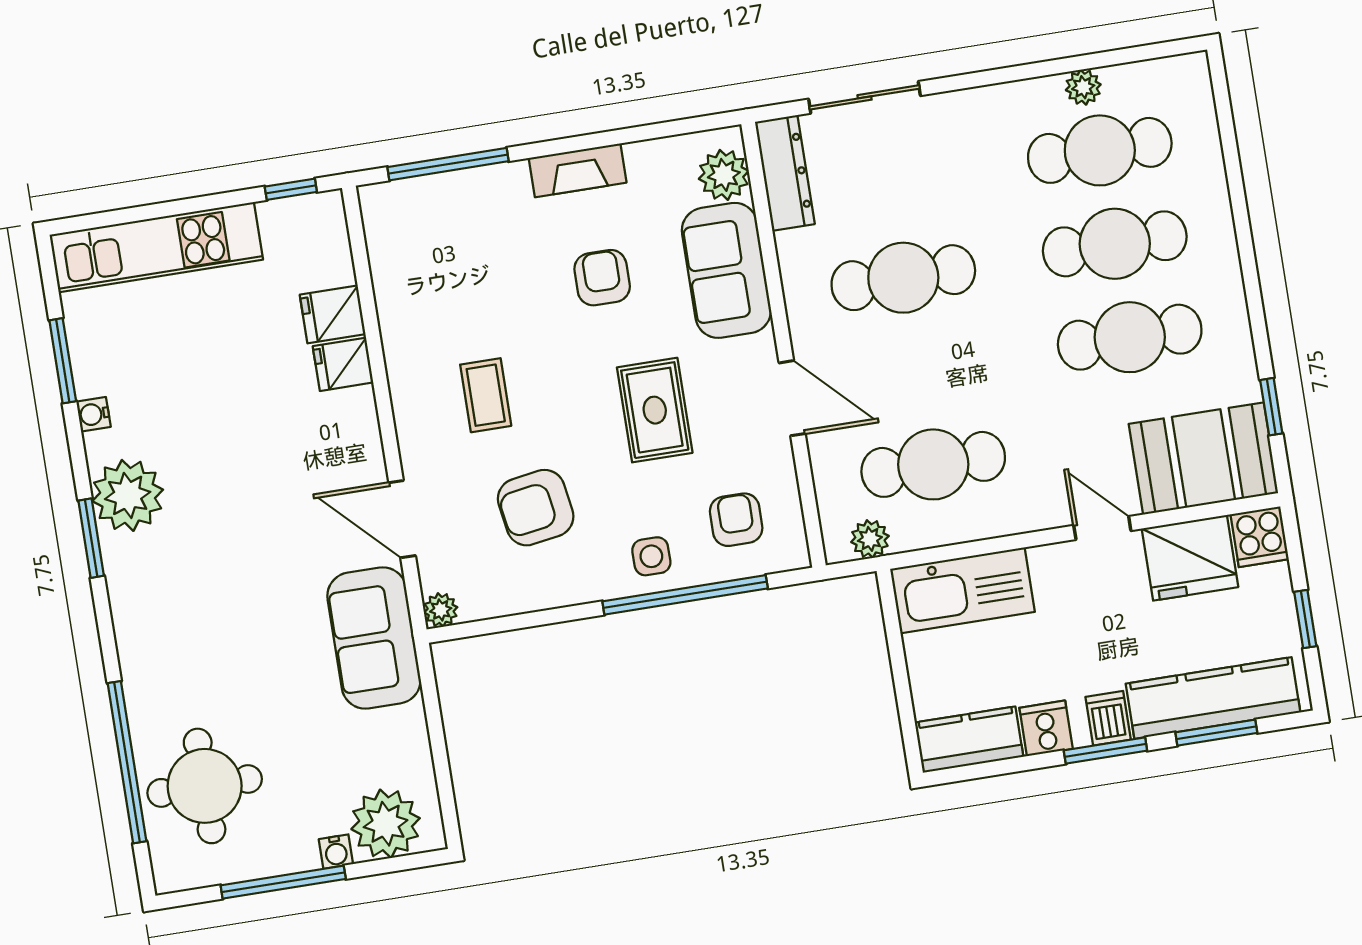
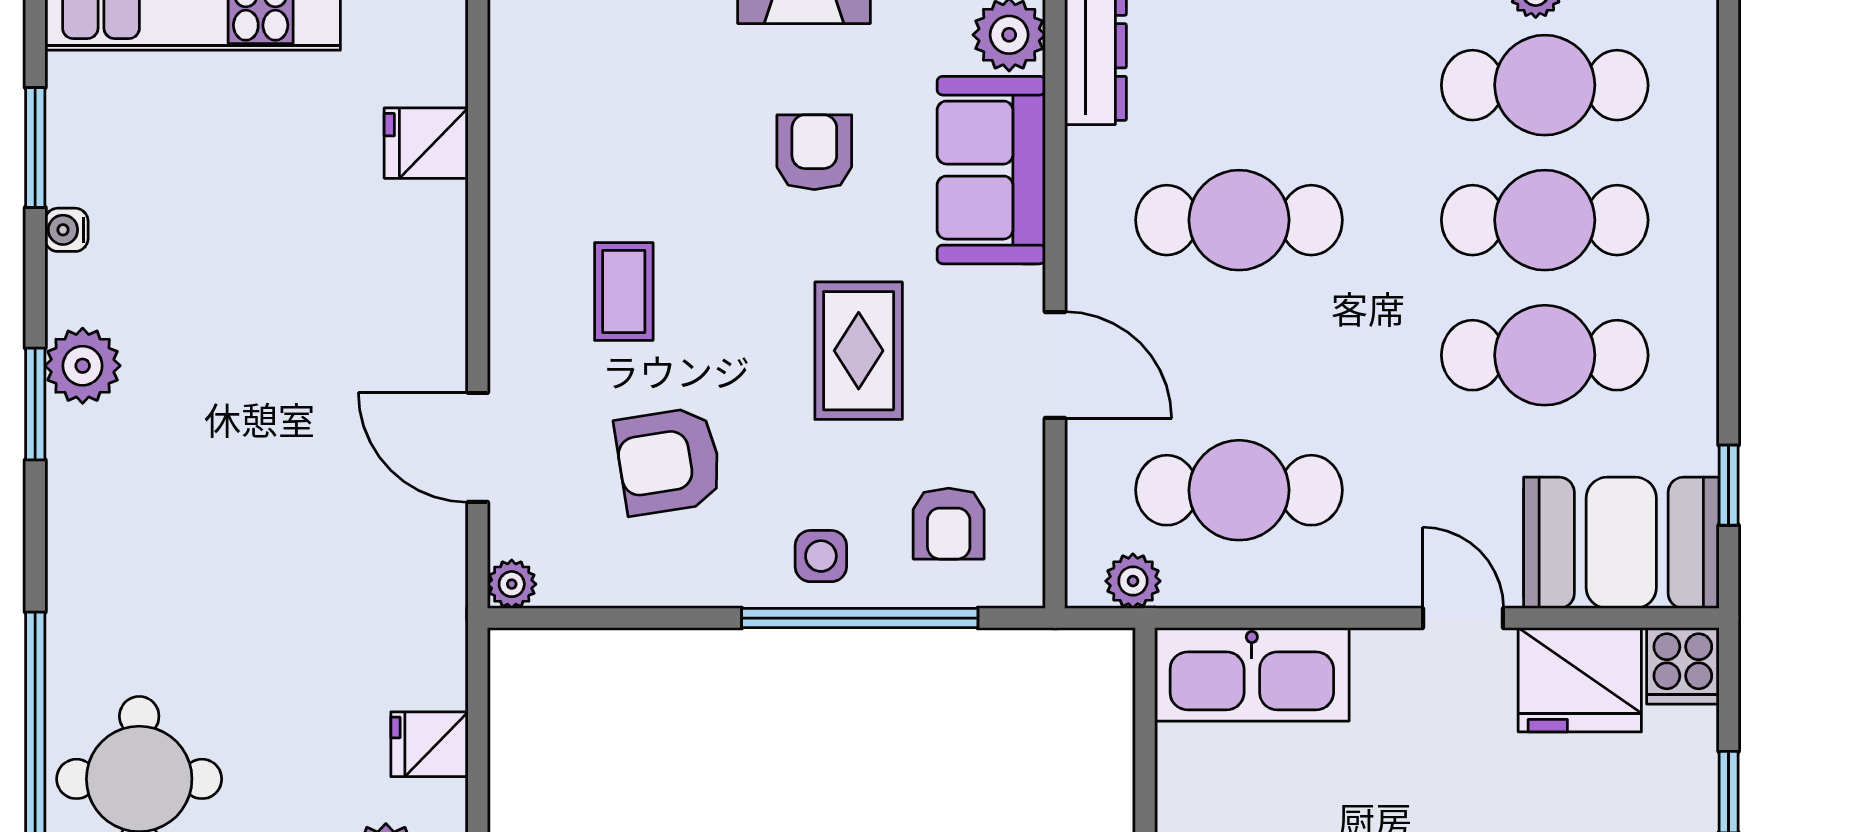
fridge: (343, 364) -> (430, 744), moved
plant: (128, 495) -> (83, 366), width x0.73, depth x0.73
armchair: (736, 520) -> (949, 524), turned 180
sofa: (374, 638) -> (411, 609), removed

